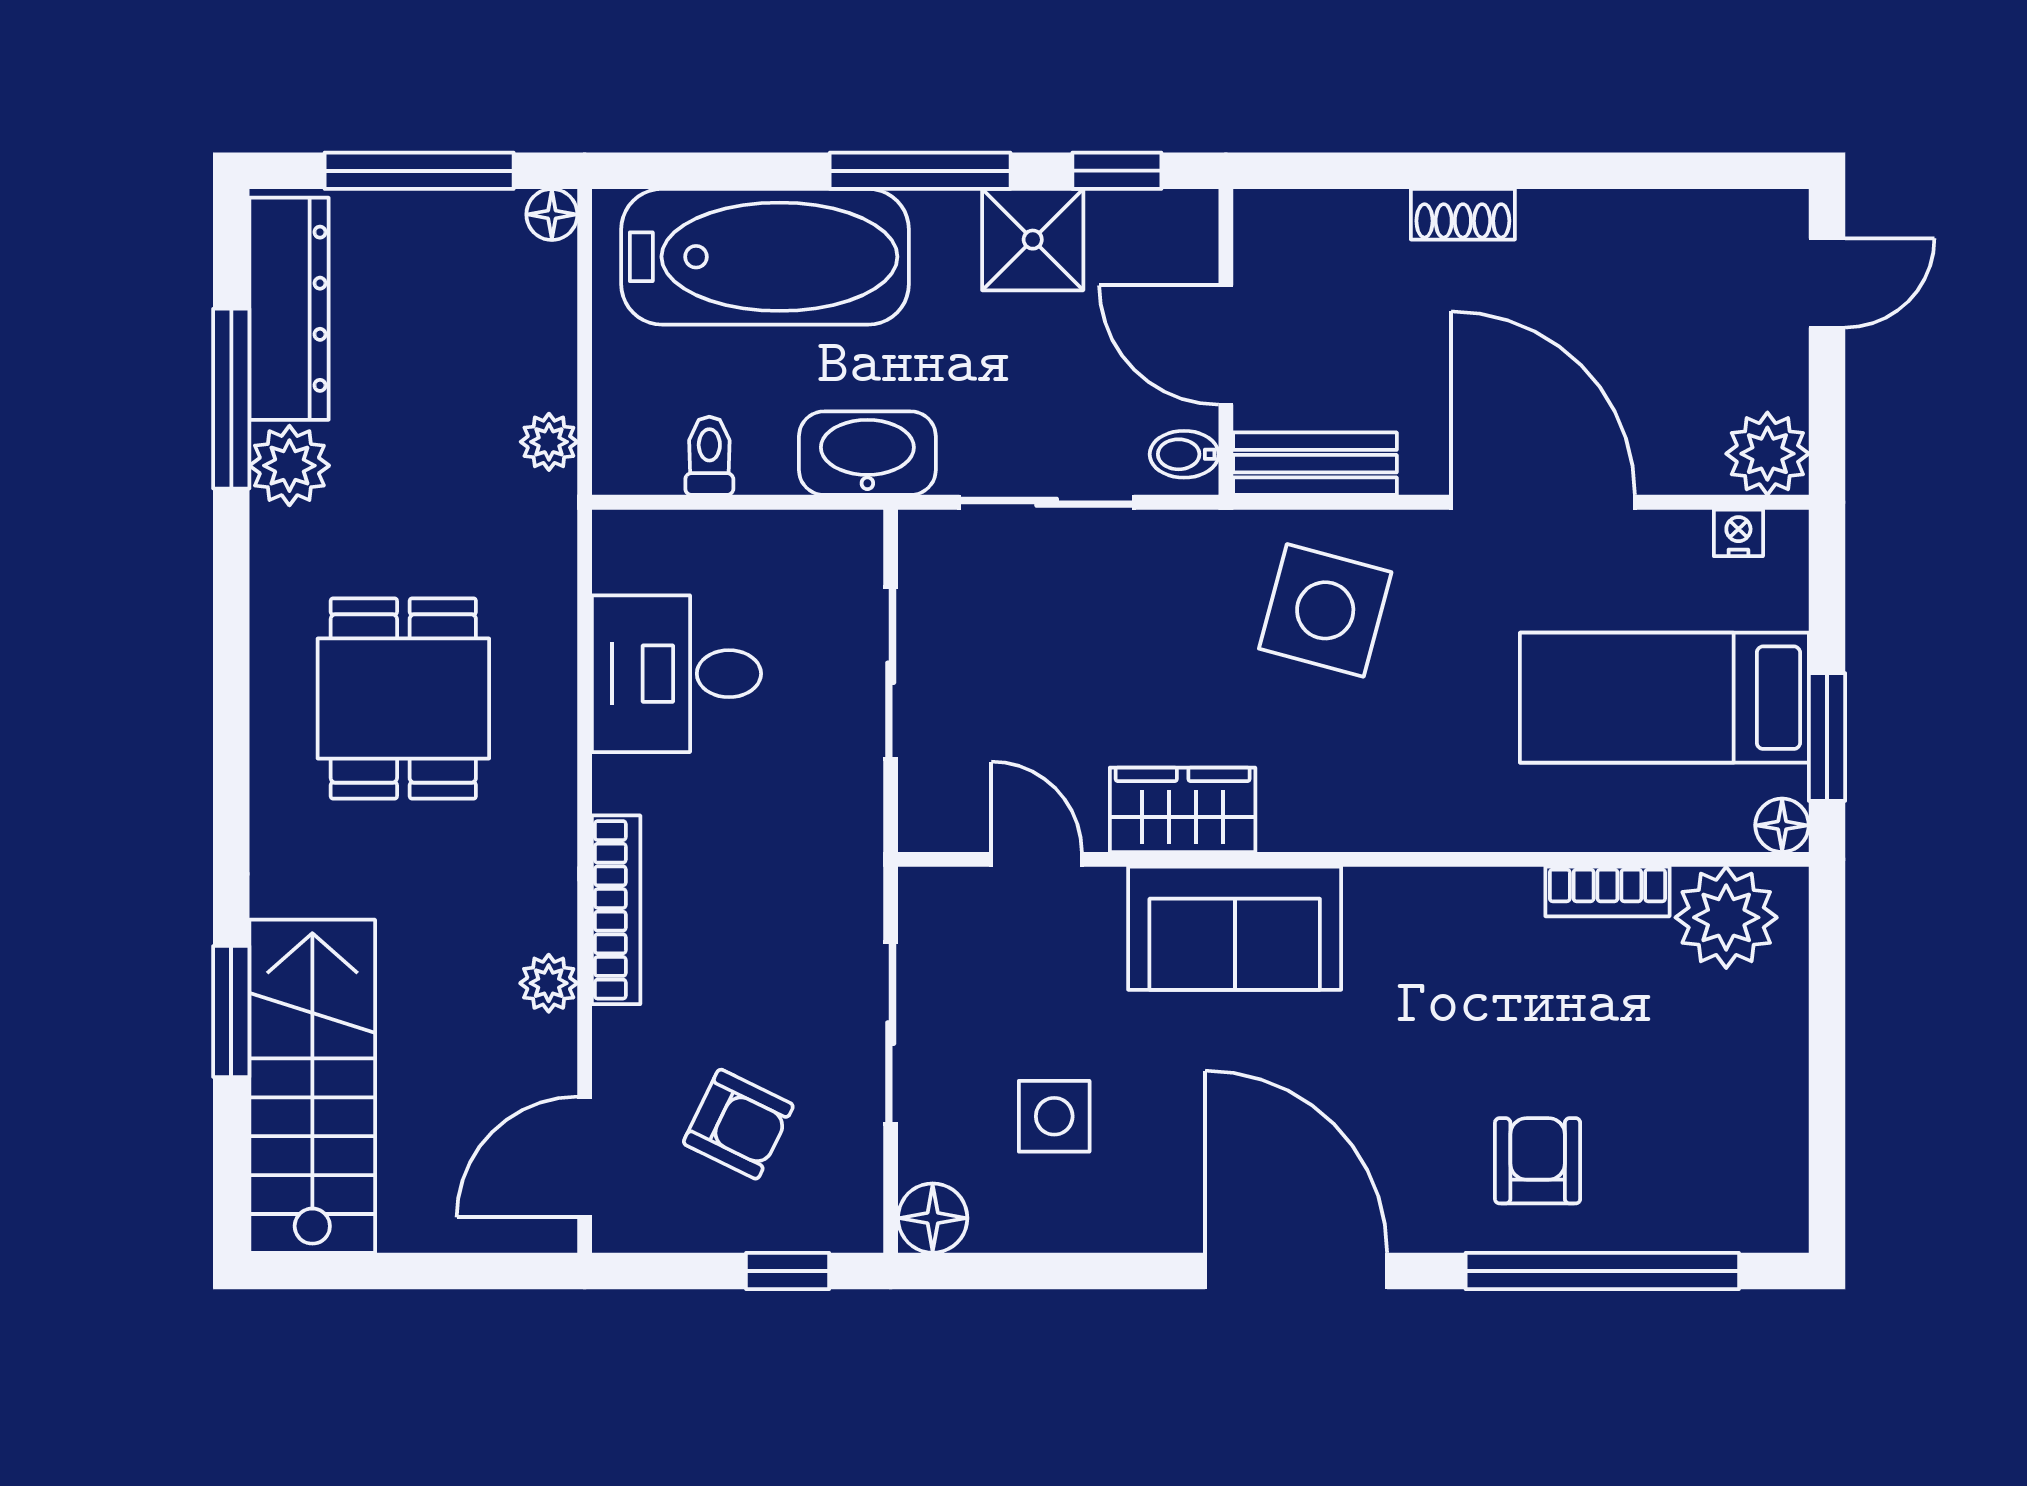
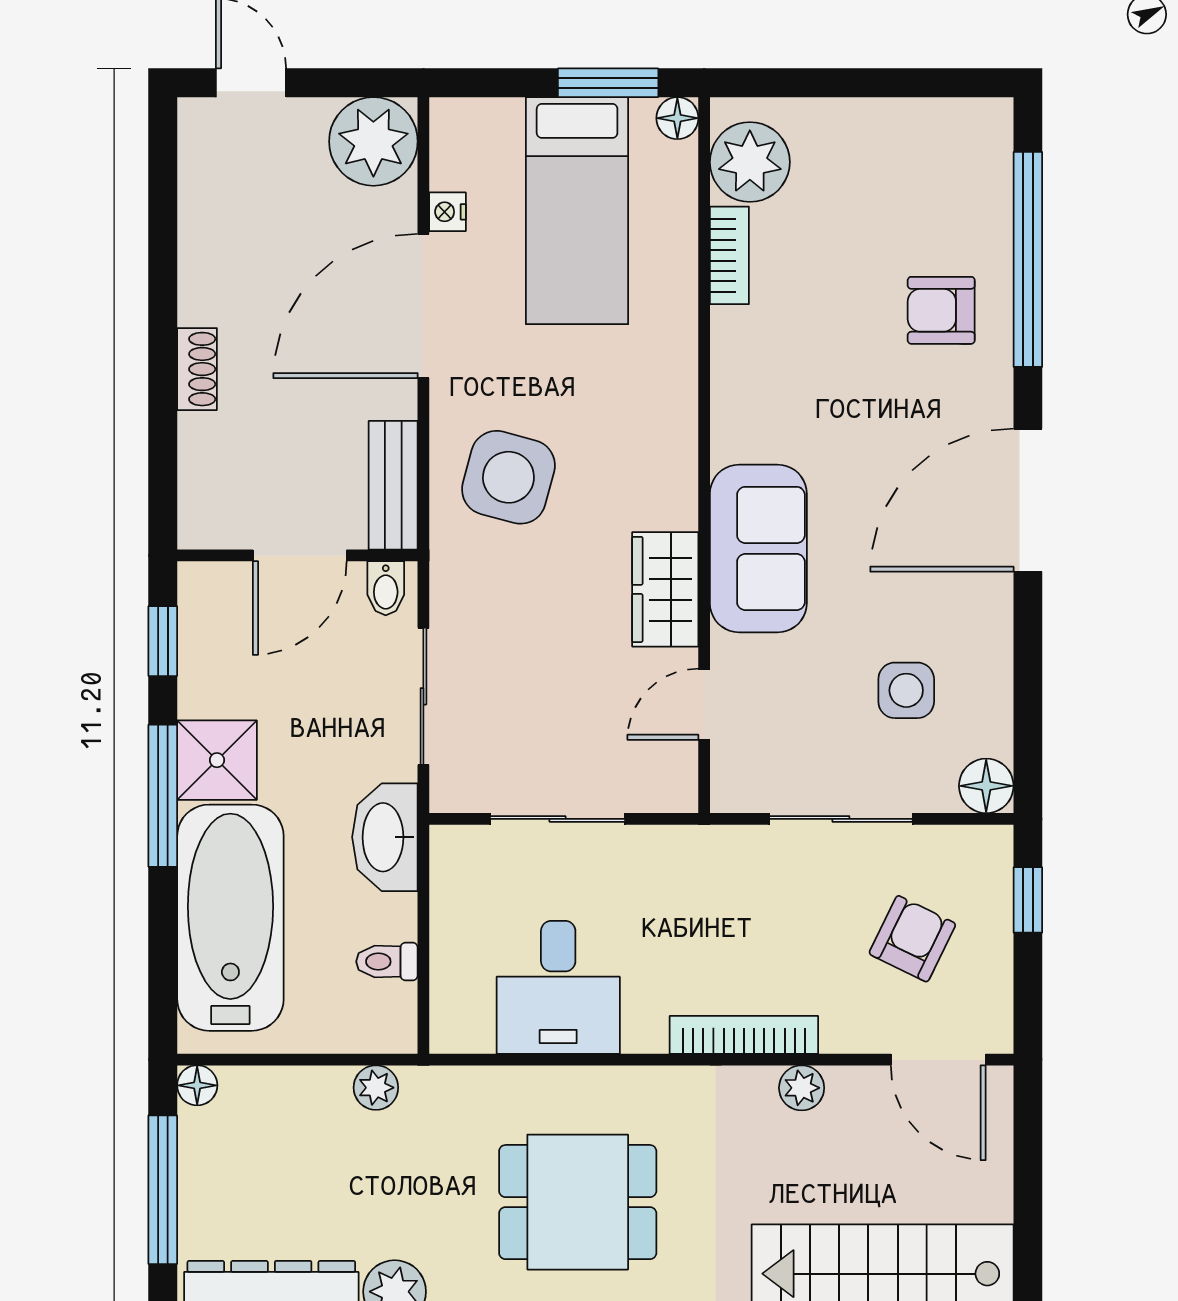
shower: (1033, 240) -> (217, 760), moved
plant: (1767, 454) -> (373, 141), width x1.36, depth x1.36
nightstand: (1738, 533) -> (447, 212), moved

